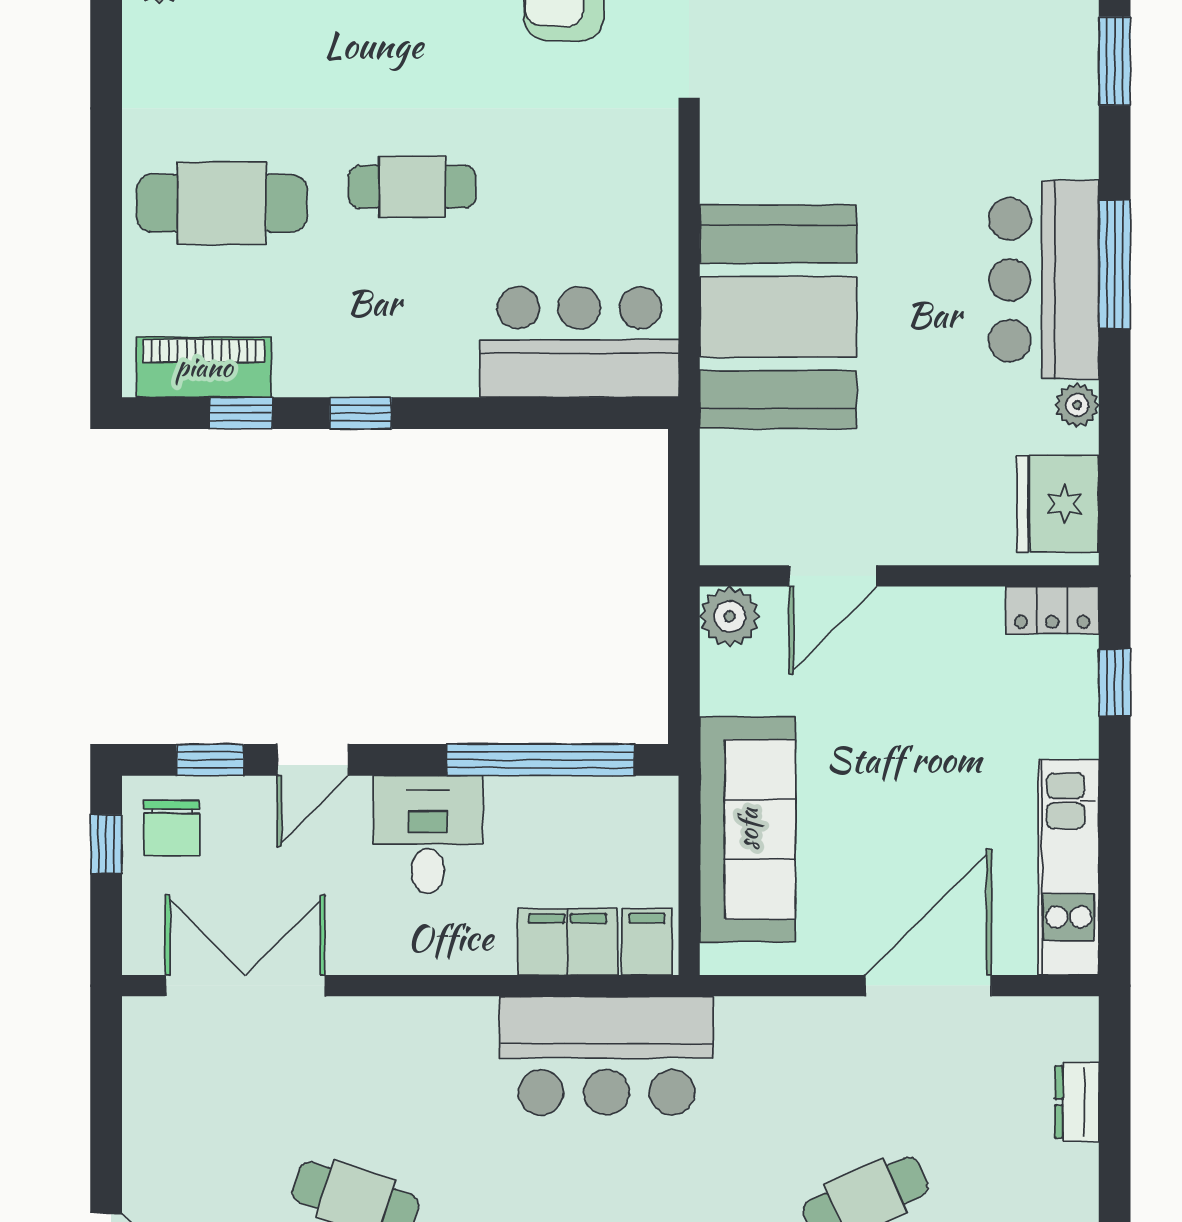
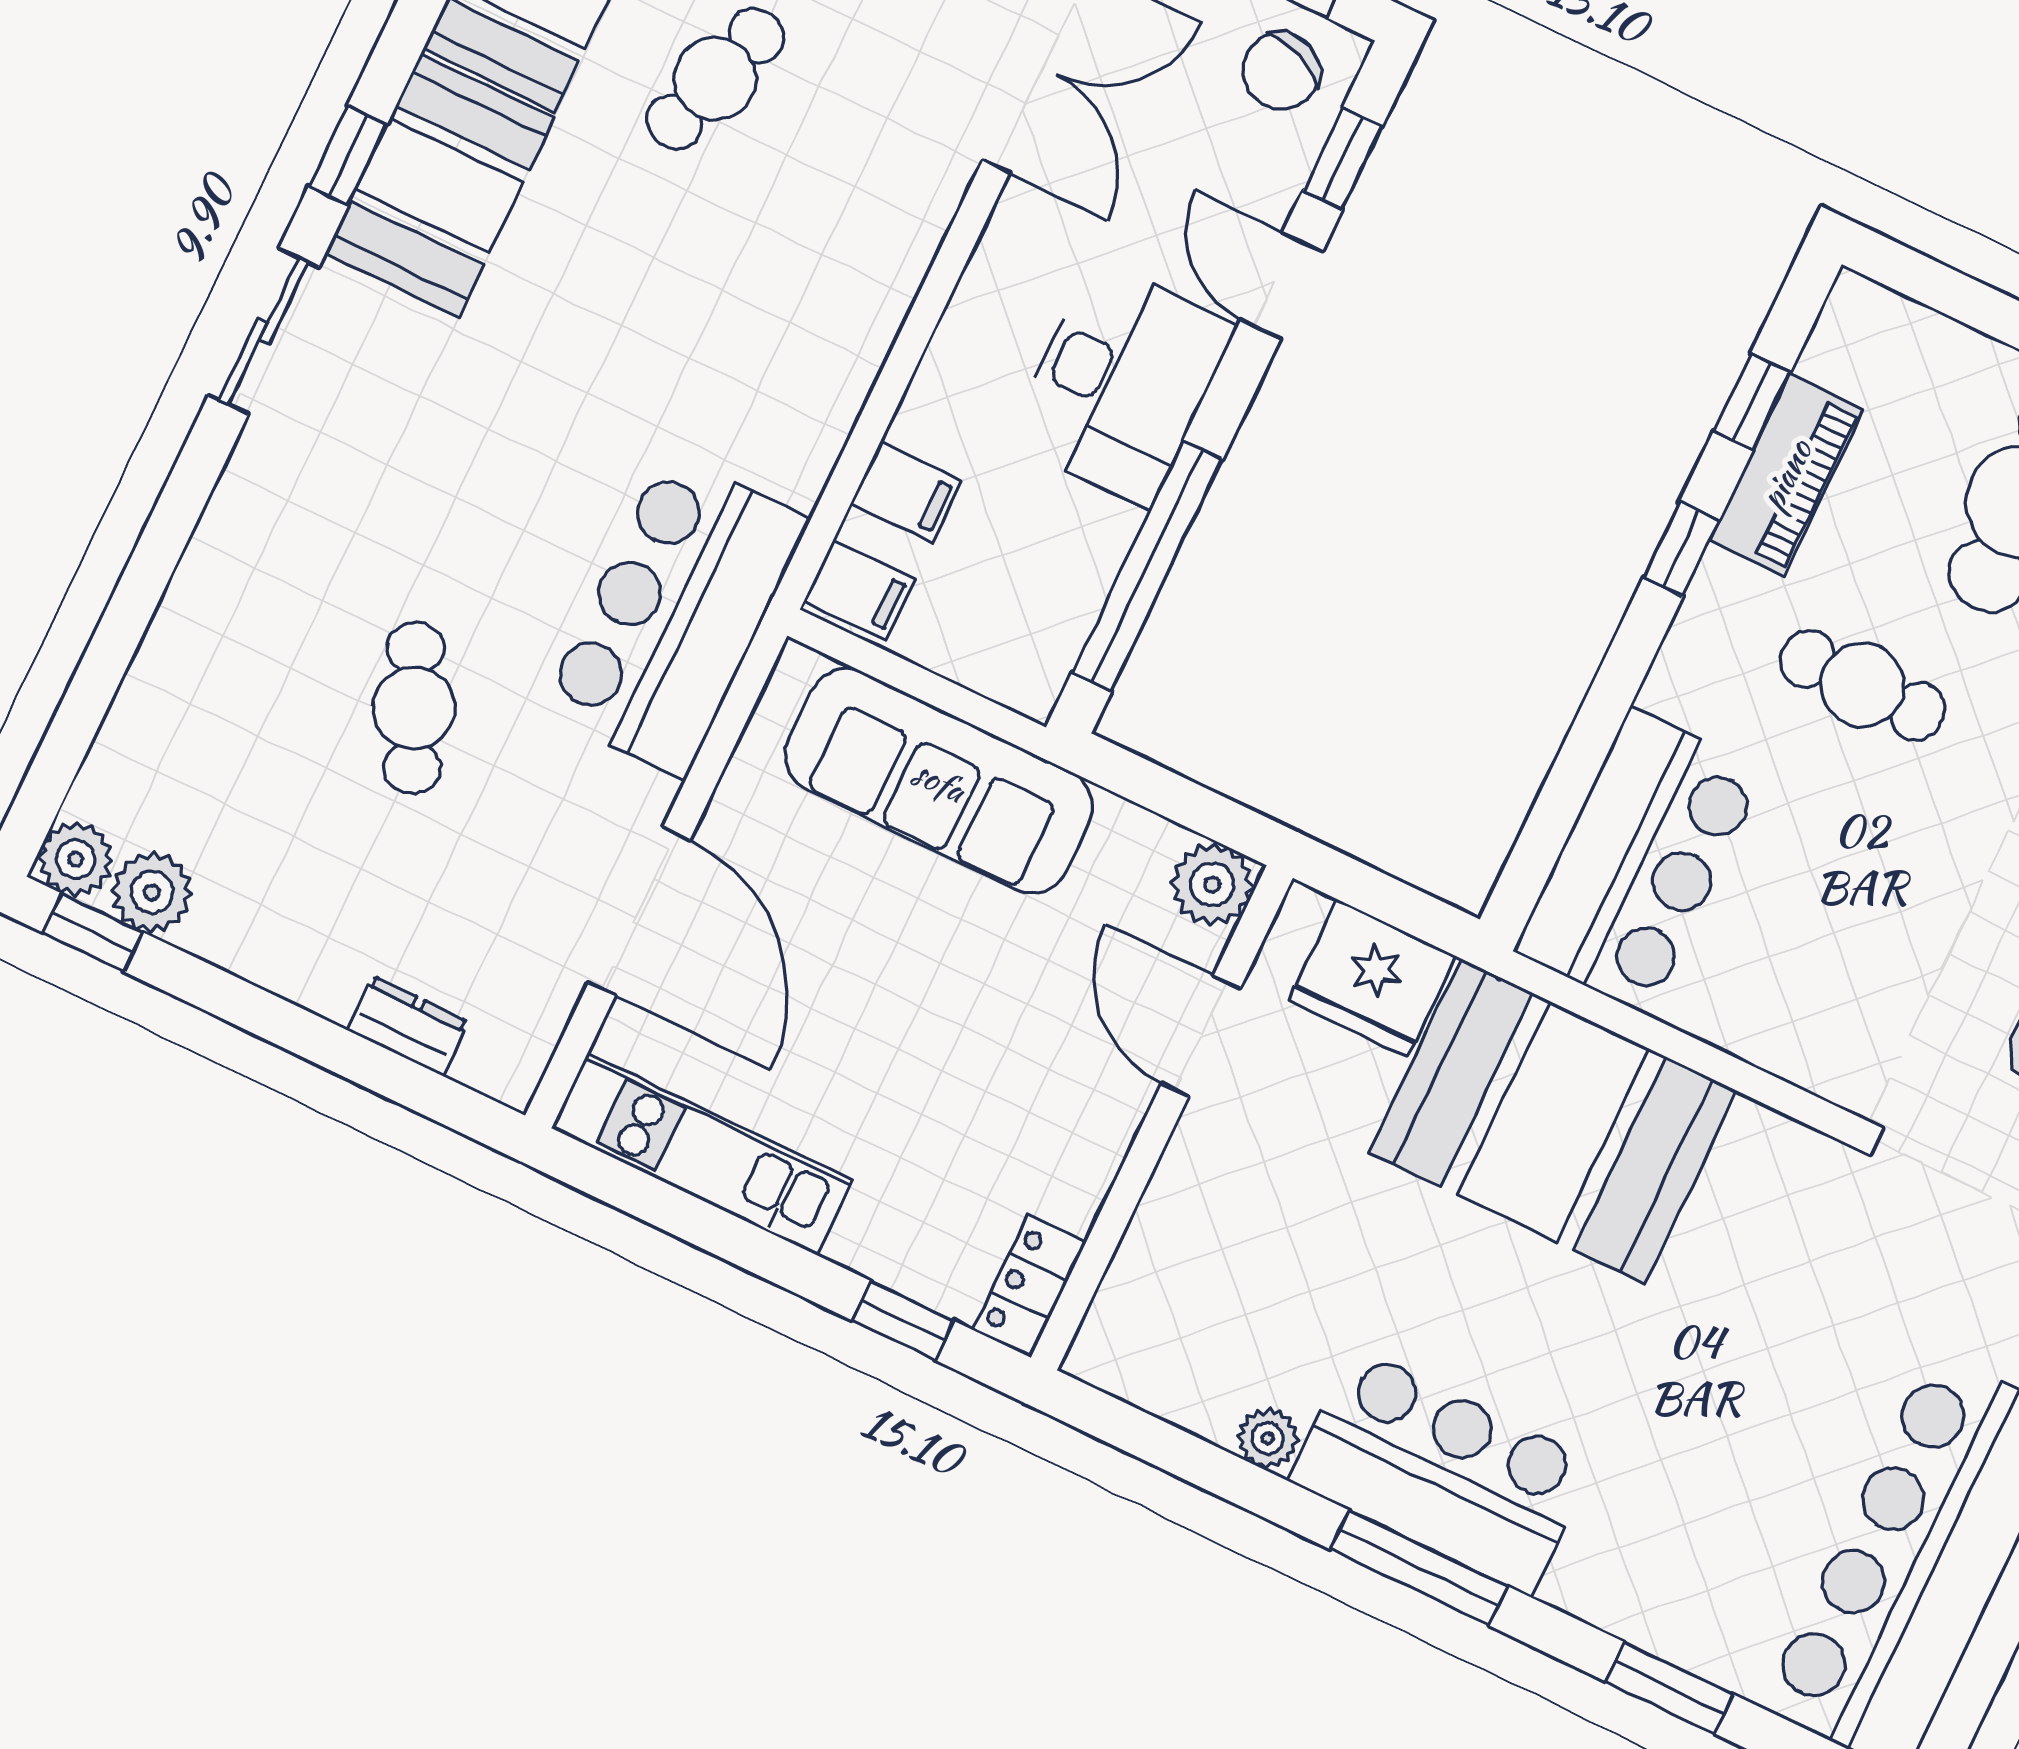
cafe table: (412, 187) -> (1862, 685), moved, turned 90
piano: (204, 367) -> (1786, 475), moved
fridge: (1058, 504) -> (1372, 978), moved, turned 180
chair: (172, 828) -> (1281, 71), turned -68
desk: (428, 835) -> (1121, 383), width x1.37
filing cabinet: (568, 942) -> (906, 492), width x0.50
bar counter: (606, 1056) -> (675, 615), moved

